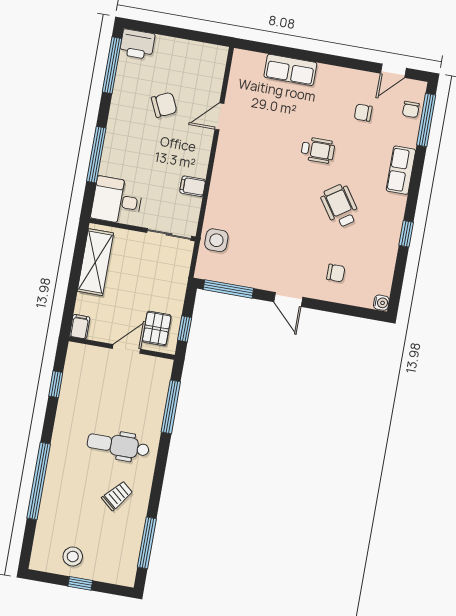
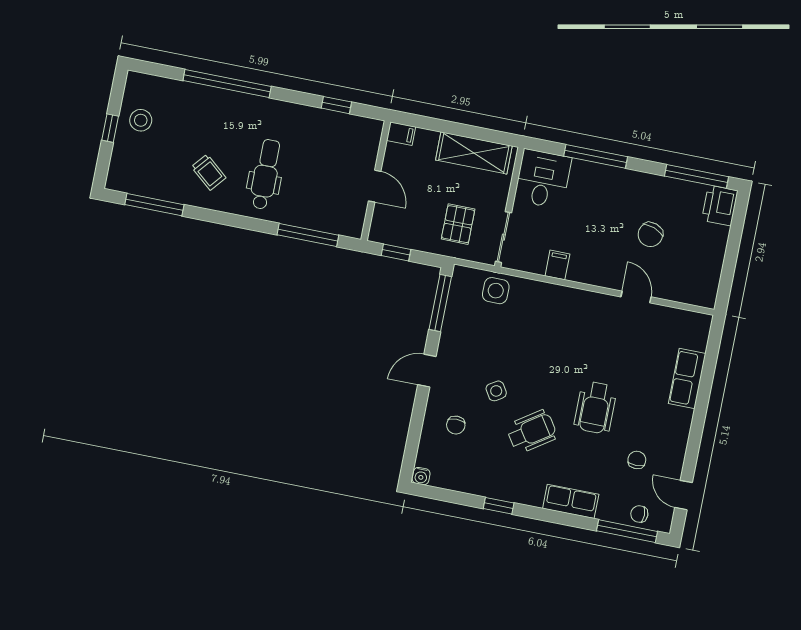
chair: (164, 105) -> (650, 235), turned 45
wheelchair: (318, 150) -> (595, 408), width x1.36, depth x1.37
side table: (305, 238) -> (496, 391), added
pallet: (157, 328) -> (458, 224), moved, turned 90

